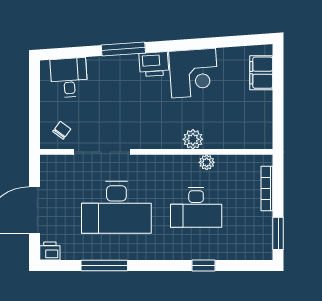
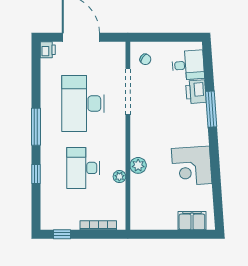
printer: (154, 64) -> (196, 92), moved
window: (278, 233) -> (62, 234), width x0.67
window: (104, 266) -> (36, 127), moved

